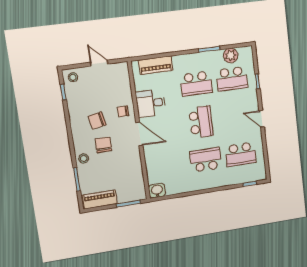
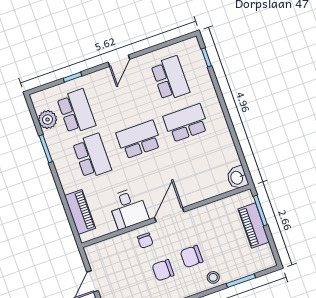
chair: (97, 121) -> (163, 270), turned 101
school desk: (206, 160) -> (186, 123), turned 90
piano: (100, 199) -> (254, 225), moved

